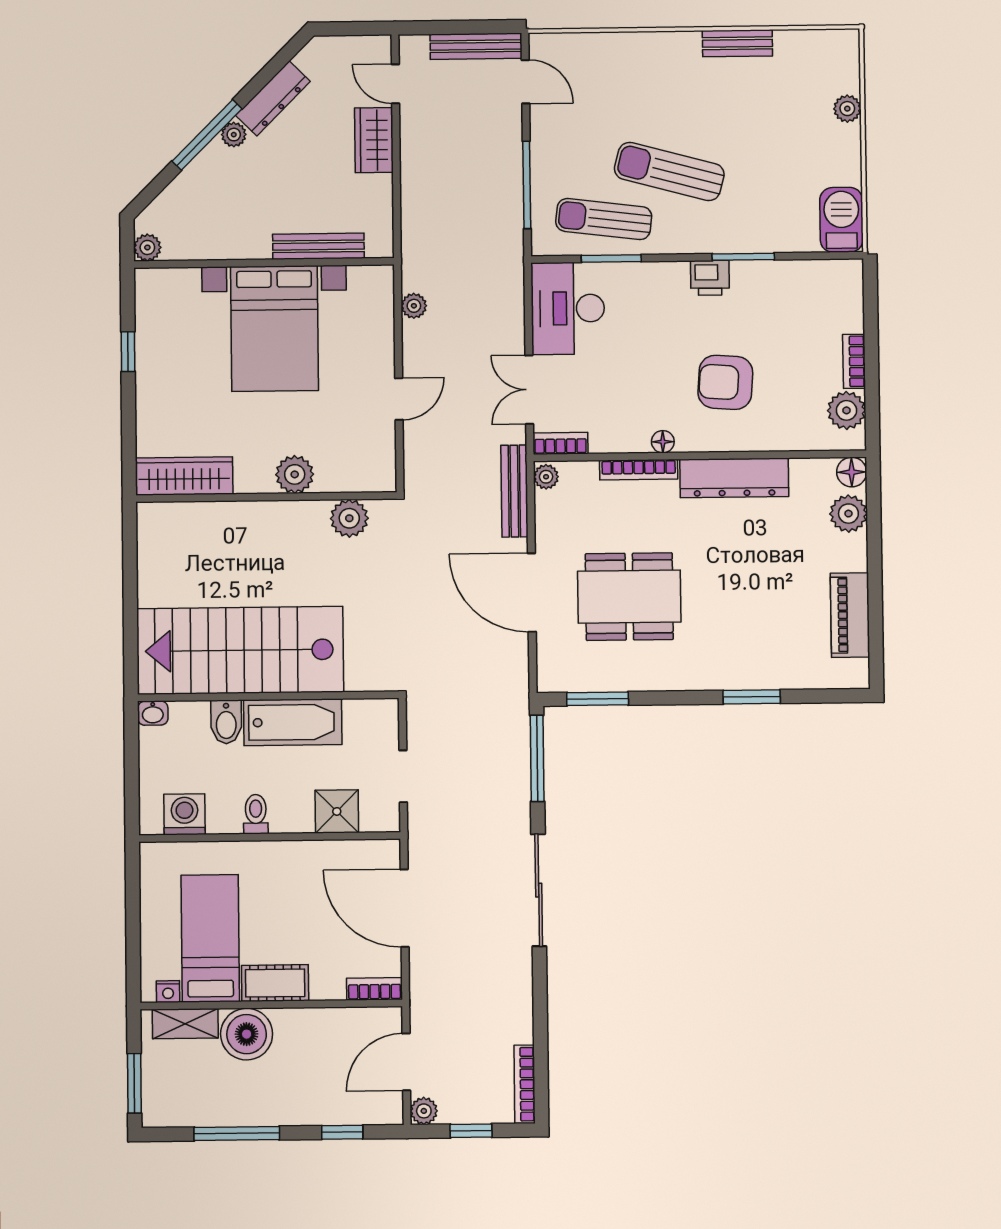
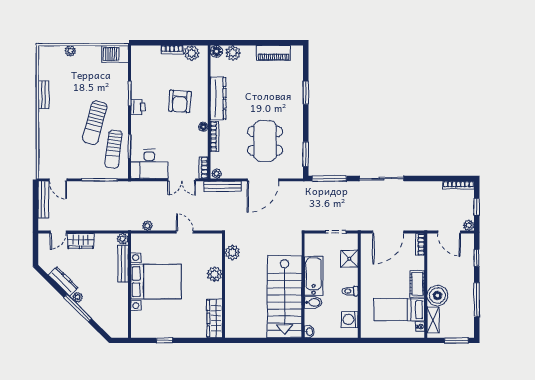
door: (525, 82) -> (58, 180), swing flipped
plant: (147, 247) -> (123, 239), moved

